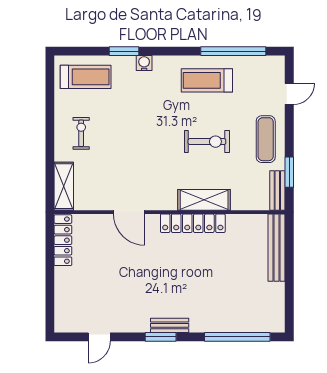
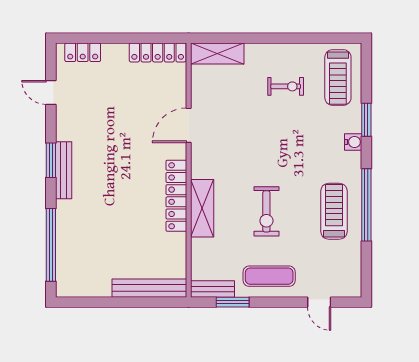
window: (233, 51) -> (366, 205), moved
exercise bike: (81, 133) -> (286, 86), moved
locker: (63, 308) -> (83, 52), added
bench: (170, 325) -> (64, 170), width x1.36

